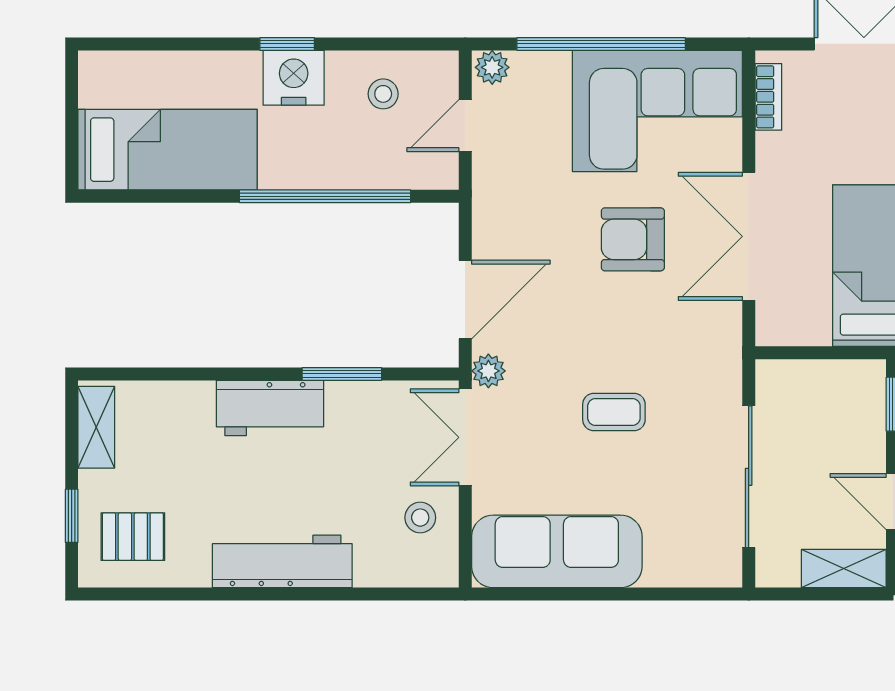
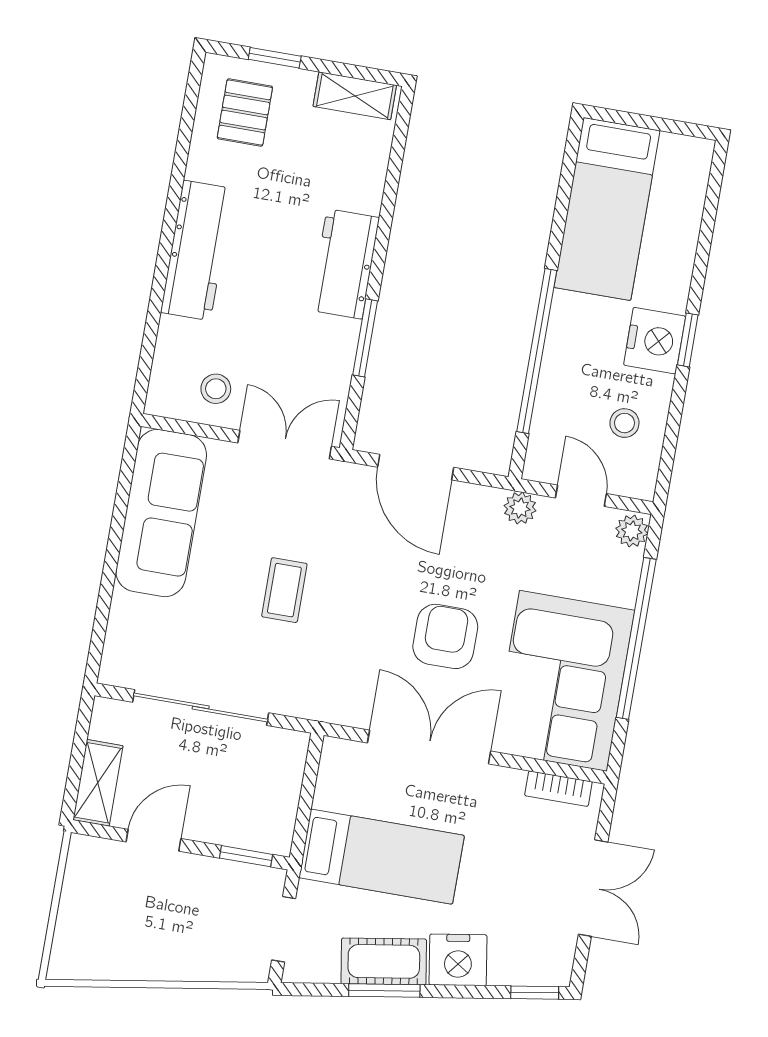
plant: (488, 371) -> (520, 508), moved

